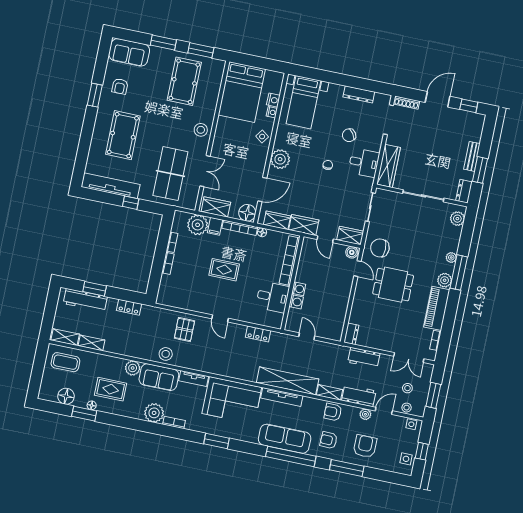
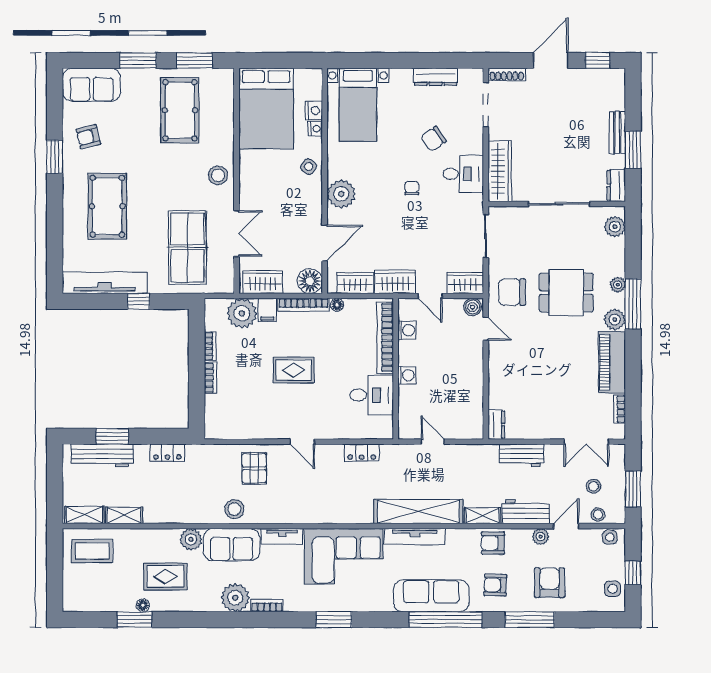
armchair: (120, 86) -> (88, 137), turned 76
dining table: (393, 285) -> (566, 293), moved
washing machine: (296, 302) -> (407, 330), moved
floor lamp: (66, 396) -> (103, 600), removed

